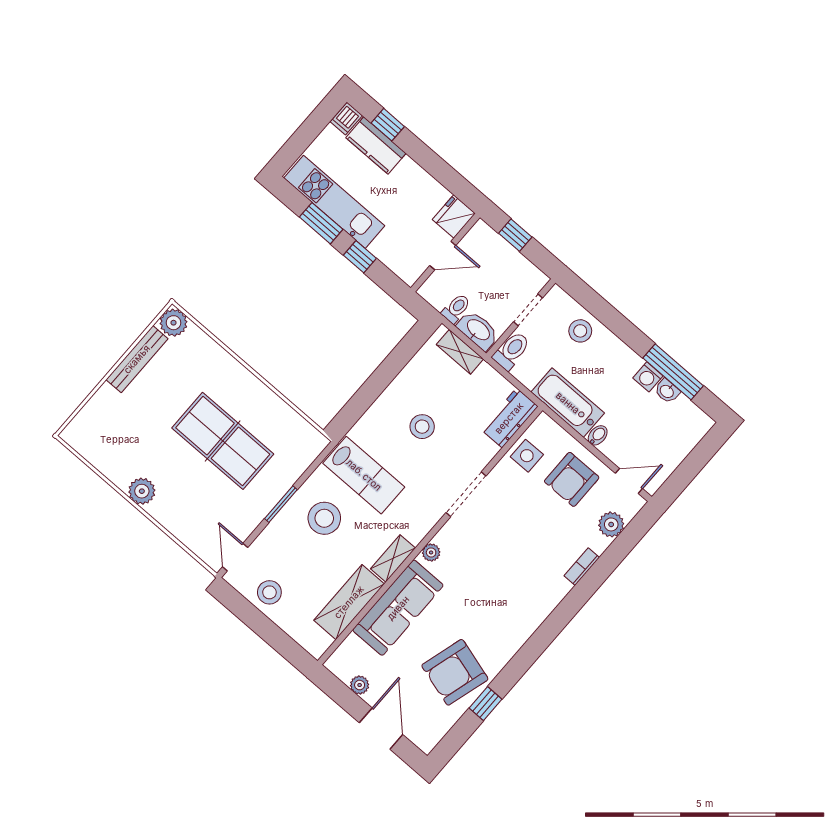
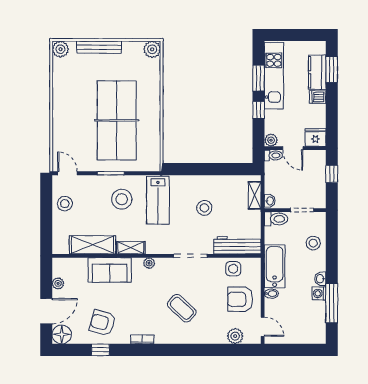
dishwasher: (346, 119) -> (318, 97), moved
window: (388, 125) -> (332, 69), width x1.50
plant: (410, 274) -> (271, 140), added
toilet: (456, 308) -> (273, 155), moved
washbasin: (478, 330) -> (270, 201), width x0.52, depth x0.69
bench: (137, 359) -> (99, 47), moved
washbasin: (667, 391) -> (320, 279), moved
workbench: (509, 418) -> (237, 245), width x1.38
table tennis table: (223, 441) -> (117, 120), width x1.36, depth x1.32
plant: (142, 491) -> (60, 49), moved
door: (235, 557) -> (67, 173), hinge flipped
coffee table: (521, 560) -> (182, 308), added
bookcase: (582, 567) -> (142, 339), moved
sofa: (398, 608) -> (110, 270), width x0.73
armchair: (455, 672) -> (103, 323), width x0.73, depth x0.73
floor lamp: (426, 734) -> (62, 334), added

